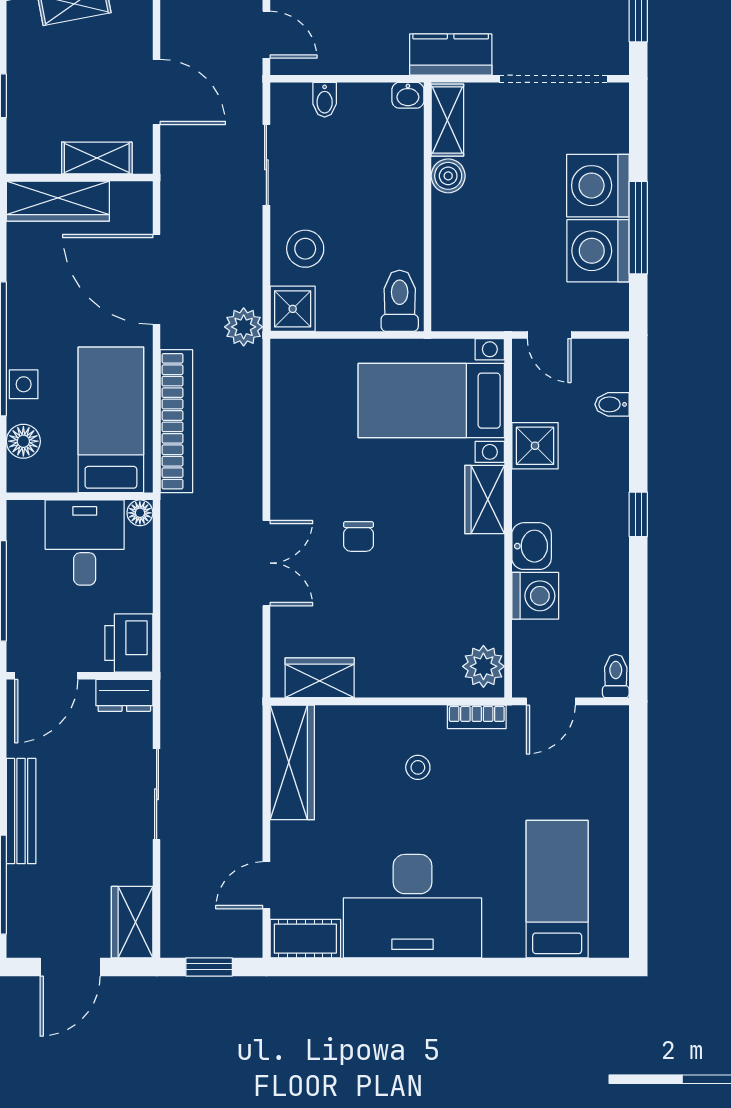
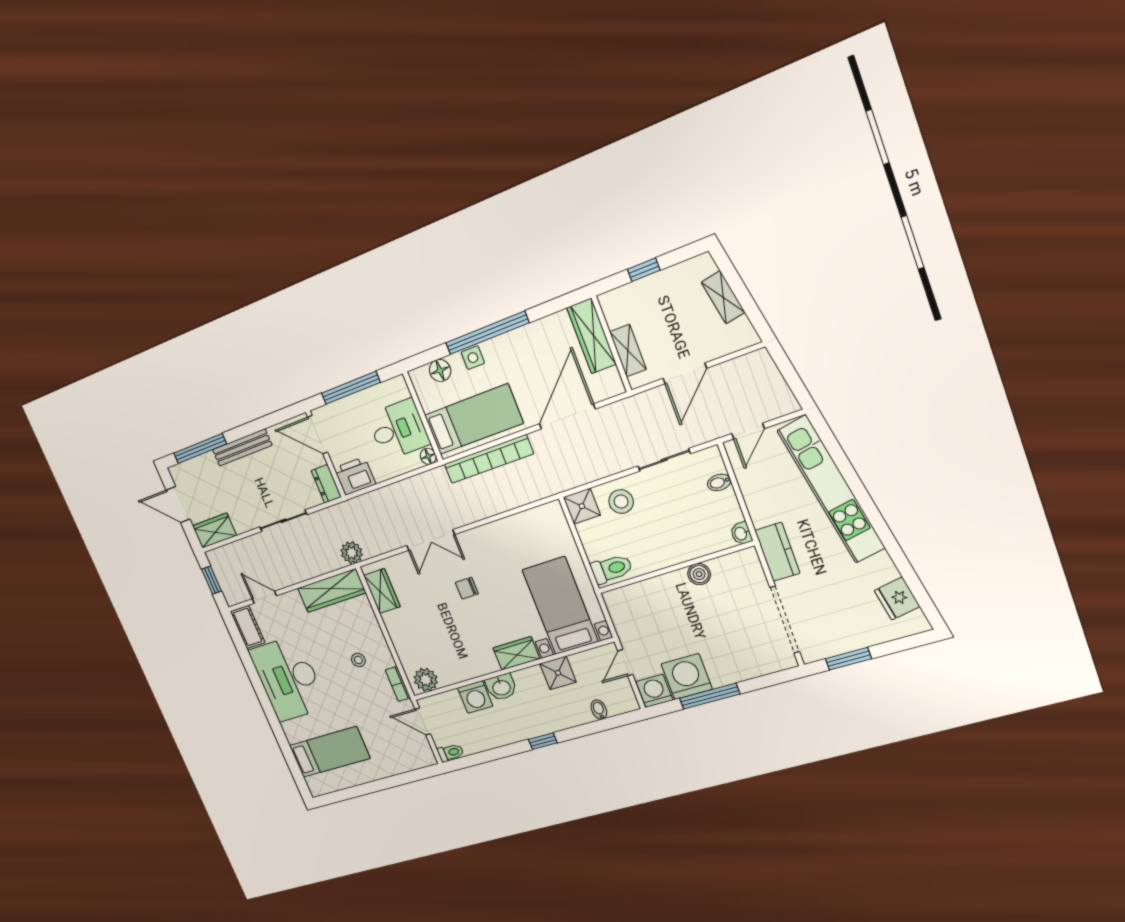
shelving: (447, 120) -> (734, 563), removed
washing machine: (598, 186) -> (654, 691), moved, width x0.73, depth x0.73
plant: (244, 327) -> (352, 553), moved

